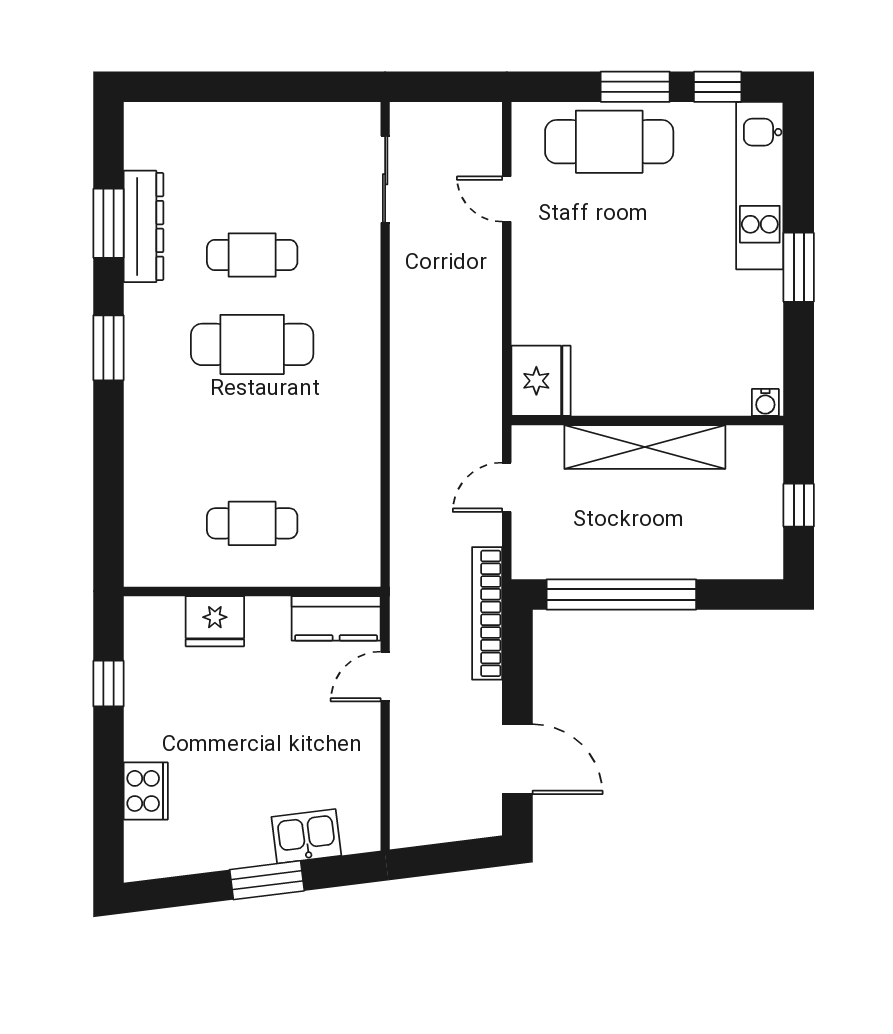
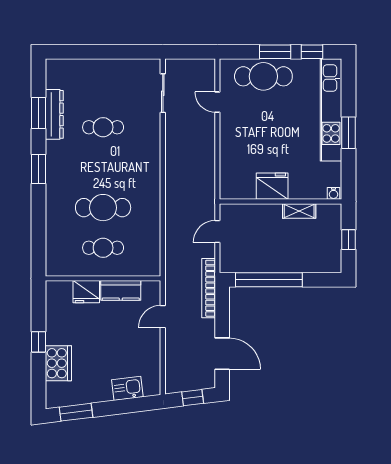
kitchen unit: (760, 186) -> (331, 110), width x1.36
cafe table: (252, 344) -> (103, 208), moved
fridge: (541, 381) -> (272, 186), moved, turned -90
shelving: (645, 447) -> (299, 211), width x0.45, depth x0.75
kitchen counter: (336, 618) -> (121, 290), moved
window: (108, 684) -> (39, 342), moved
cooker: (146, 791) -> (58, 363), width x1.37, depth x1.31
window: (451, 857) -> (193, 398), added
window: (267, 880) -> (76, 412), moved

